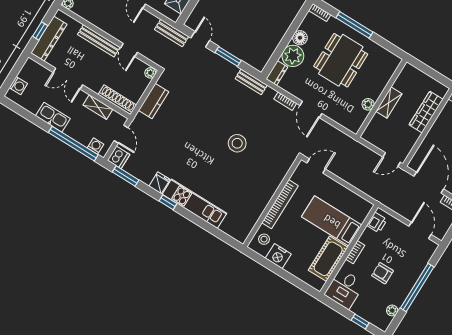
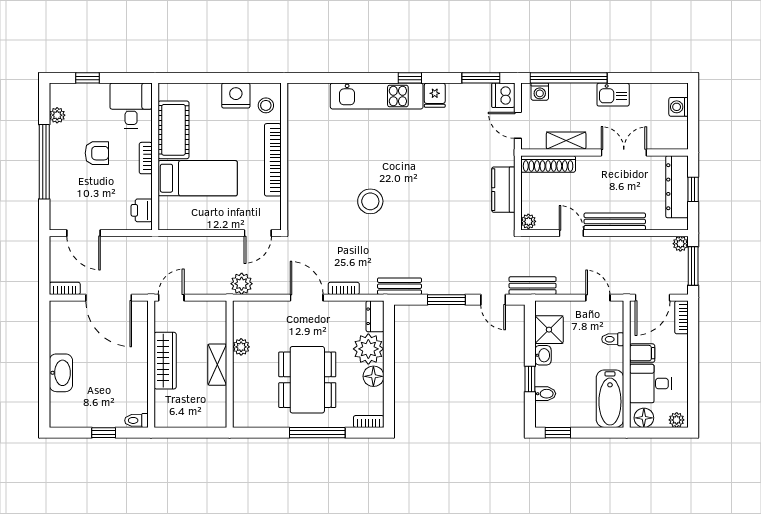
wardrobe: (426, 112) -> (165, 361), moved
kitchen sink: (53, 117) -> (613, 95), width x0.73
plant: (344, 142) -> (242, 284), added

